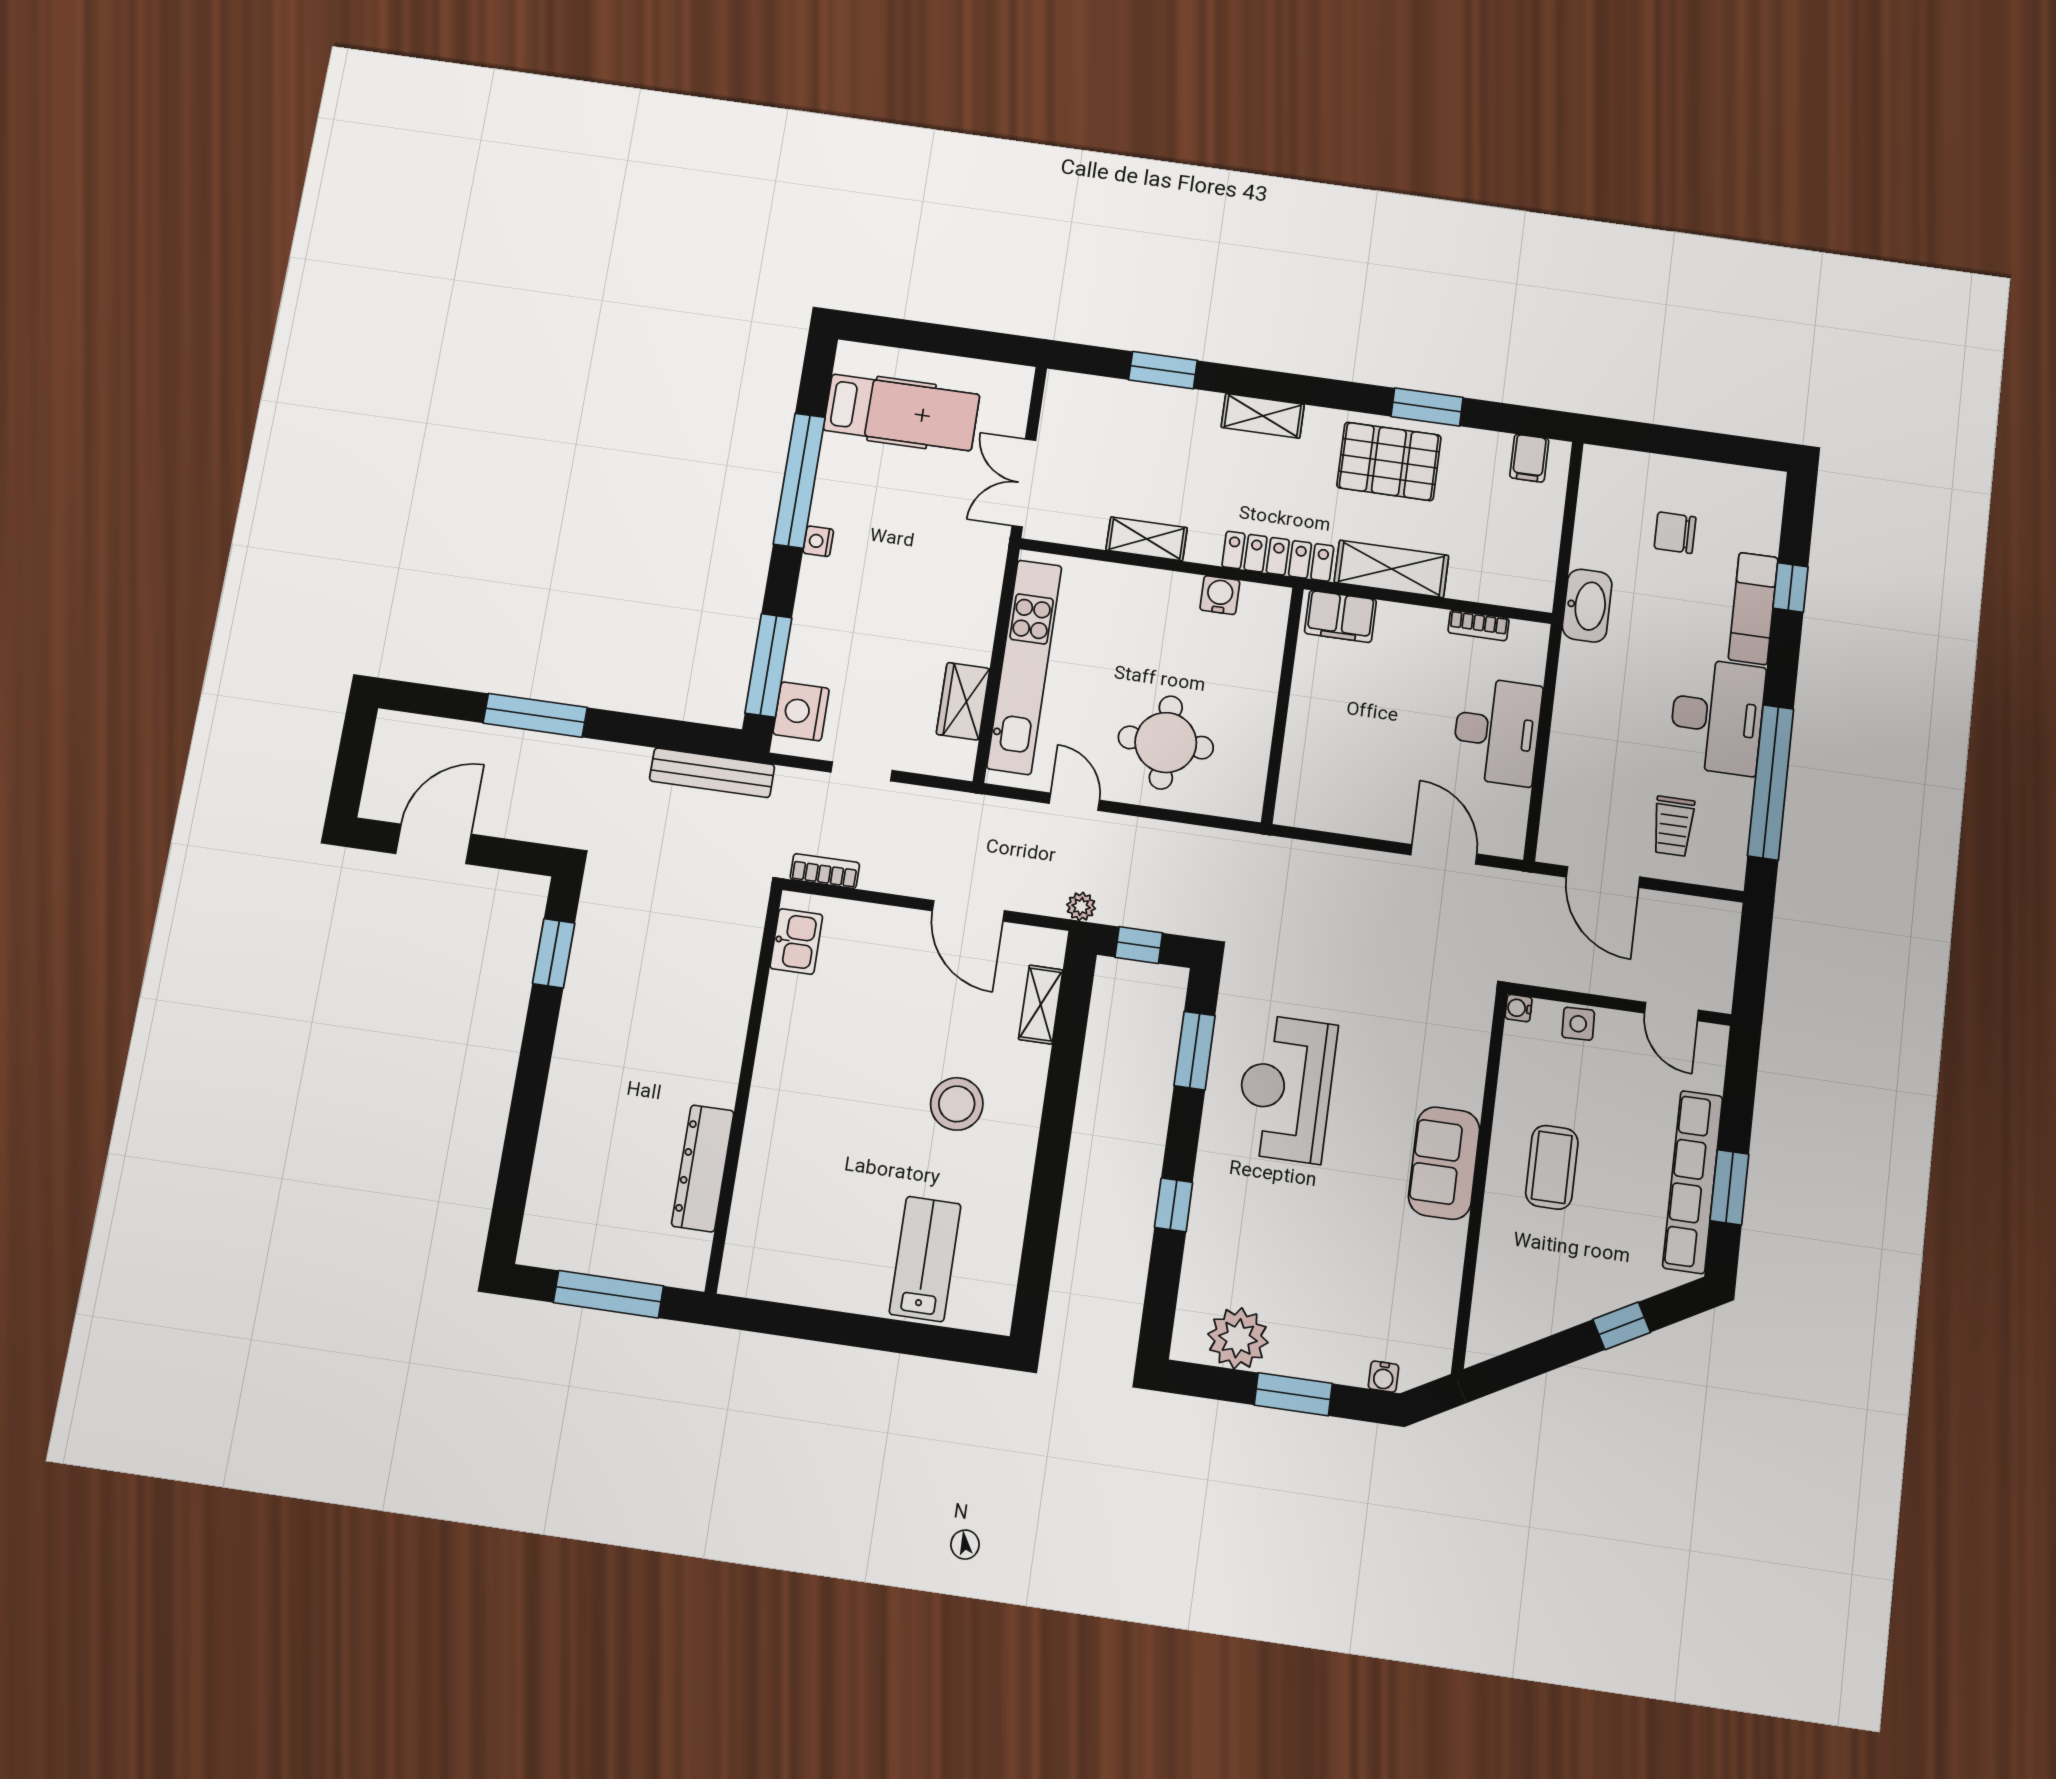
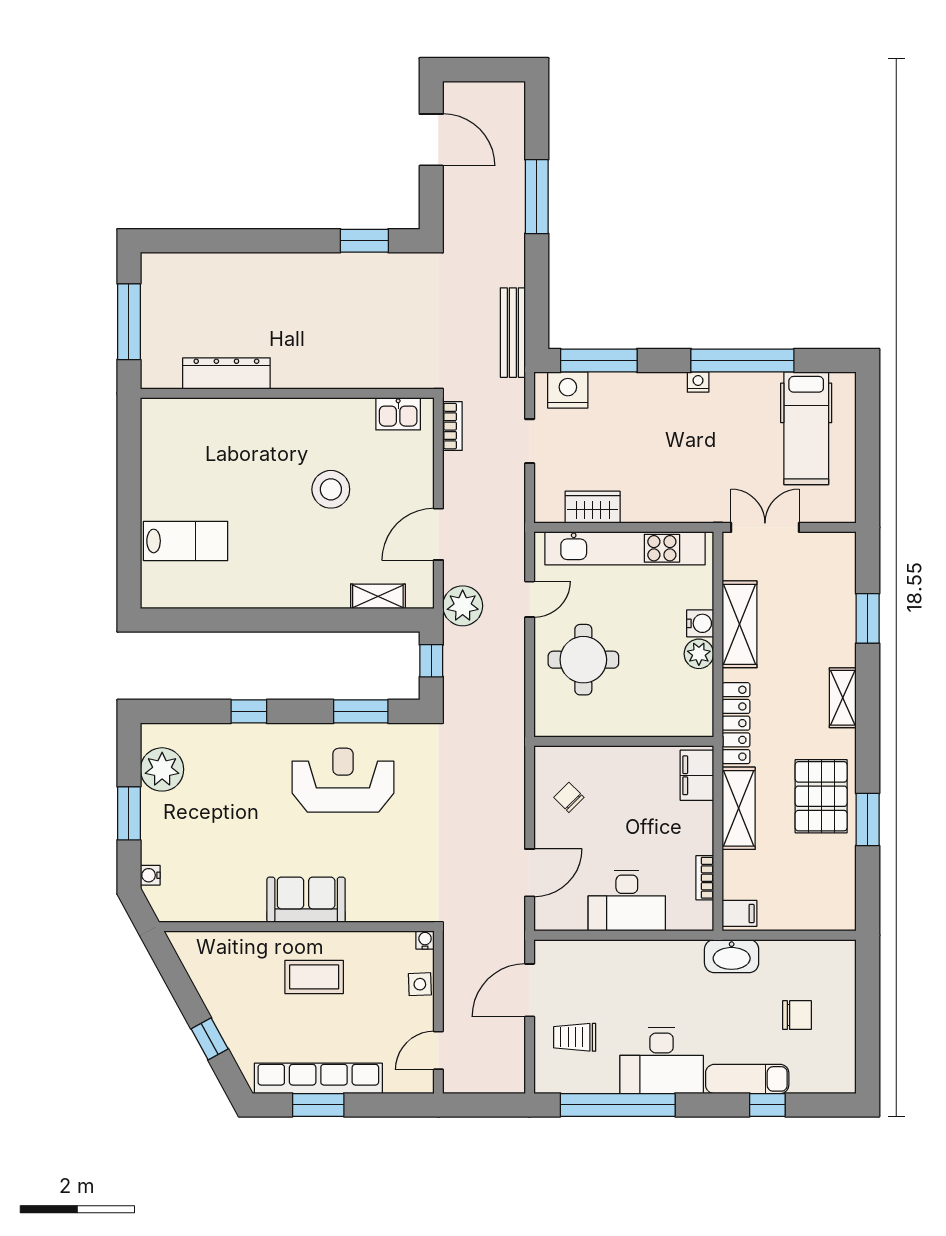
filing cabinet: (1529, 458) -> (739, 913), moved, turned 180
chair: (1675, 533) -> (797, 1015), turned 90
shelving: (1147, 539) -> (740, 624), width x1.50, depth x1.33
plant: (1179, 591) -> (699, 654), added
water cooler: (1220, 595) -> (700, 623), moved
chair: (1348, 788) -> (569, 797), added
plant: (1081, 906) -> (463, 606), width x1.88, depth x1.88
stool: (957, 1104) -> (331, 489), moved

